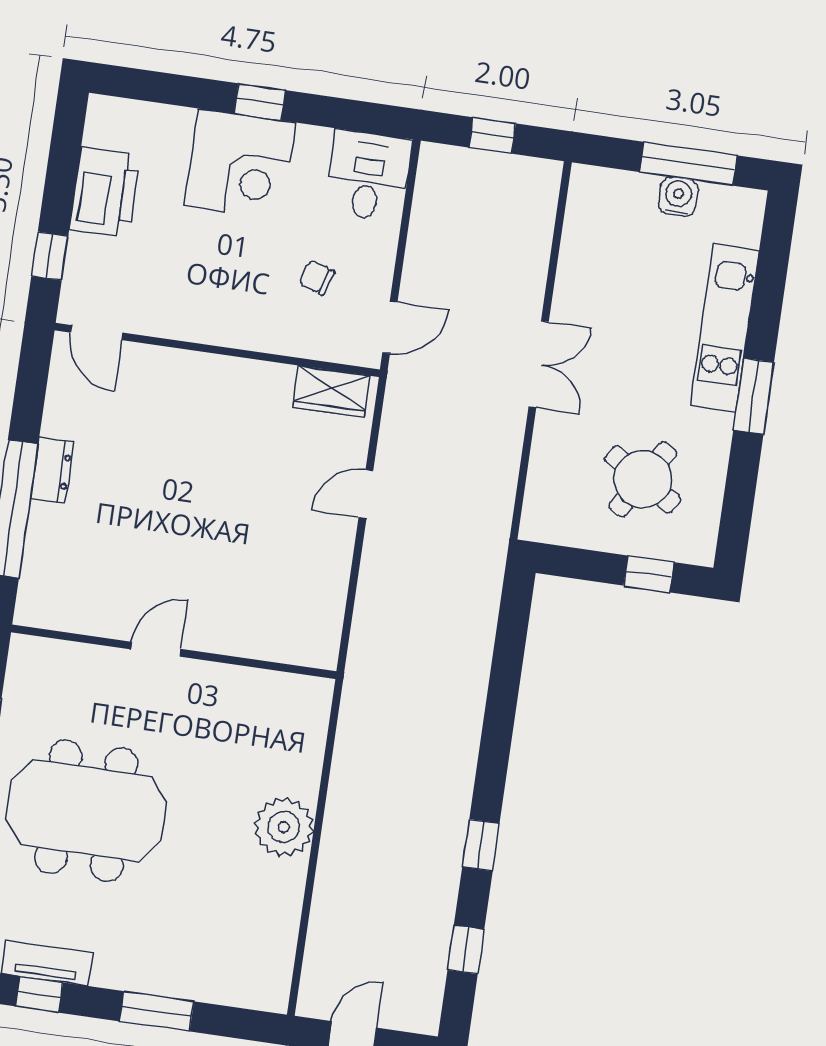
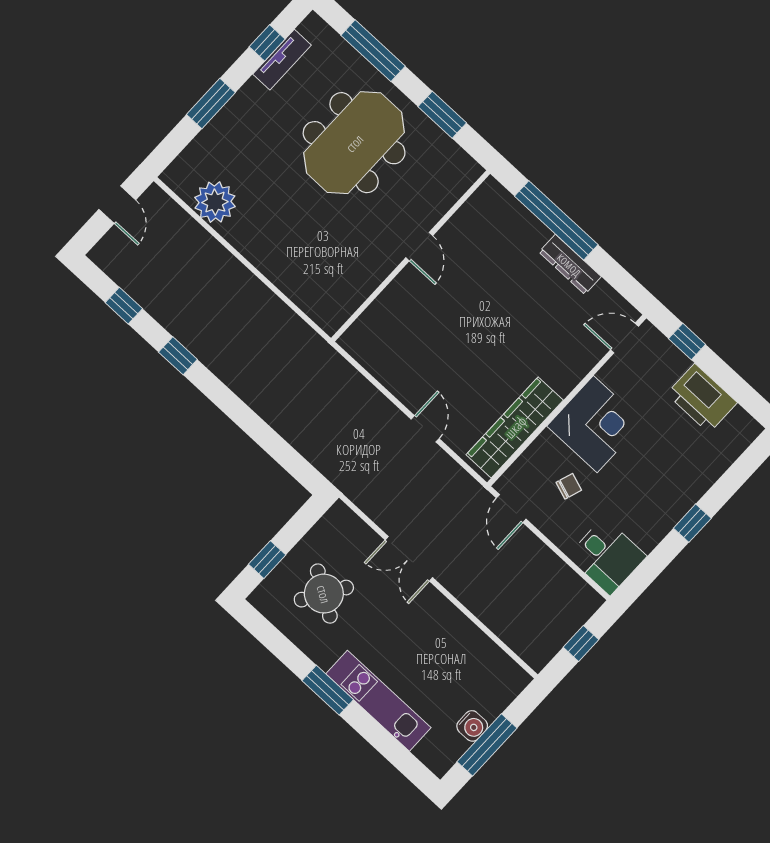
corner desk: (240, 164) -> (595, 424), moved, turned 180
double door: (539, 364) -> (409, 559), moved
wardrobe: (331, 392) -> (515, 427), width x2.10, depth x1.17
dresser: (52, 470) -> (570, 264), width x1.44
plant: (284, 827) -> (215, 202), moved

